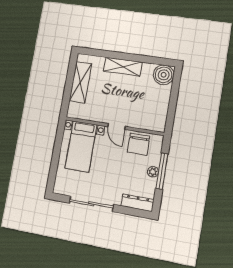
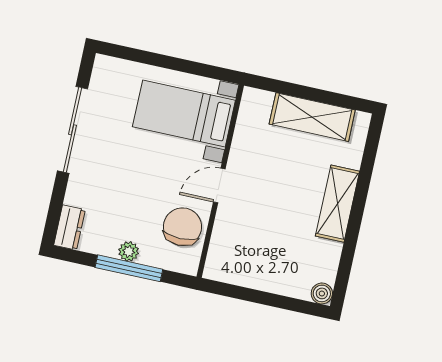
boiler: (164, 75) -> (322, 293), width x0.54, depth x0.54
chair: (139, 144) -> (182, 227), turned 90
dresser: (137, 203) -> (69, 227), width x0.70

